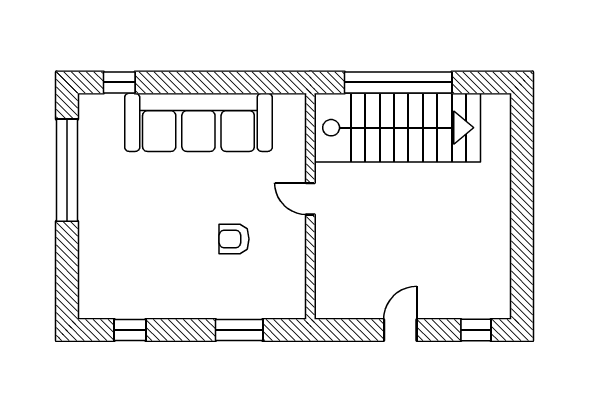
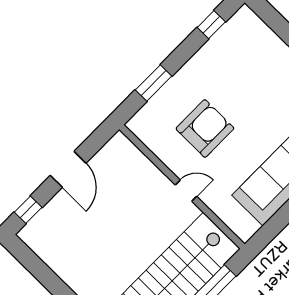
armchair: (234, 239) -> (205, 128), width x1.88, depth x1.88
door: (400, 330) -> (68, 169), width x1.38

